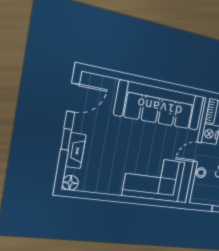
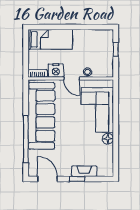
window: (134, 79) -> (26, 139), added
floor lamp: (70, 183) -> (108, 139), moved

